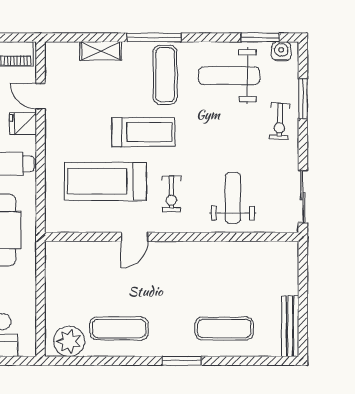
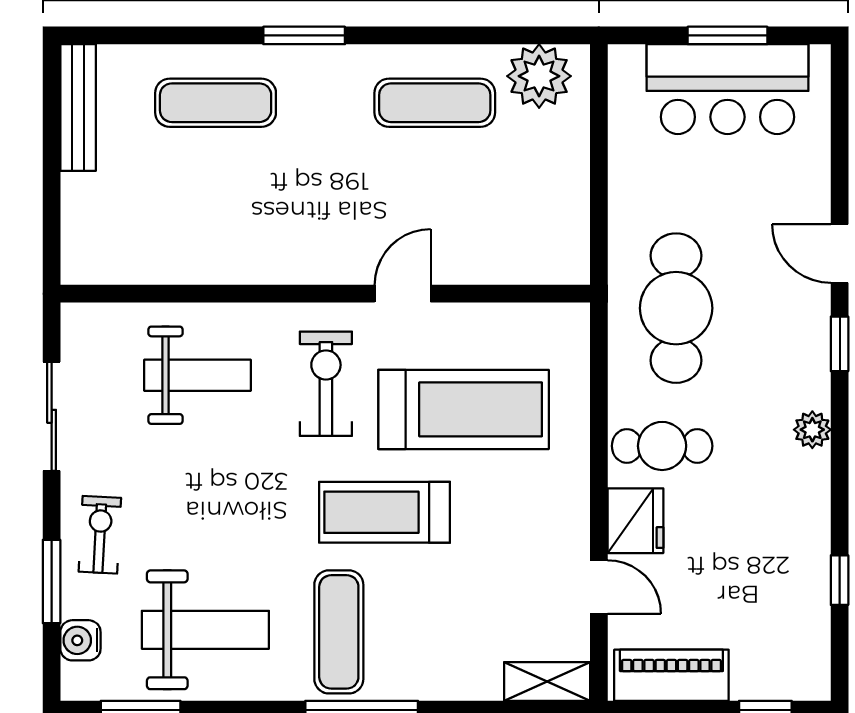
shelving: (101, 51) -> (547, 681), moved
water cooler: (281, 51) -> (80, 640), moved, turned 90
fridge: (23, 124) -> (635, 521), width x1.38
exercise bike: (171, 194) -> (326, 384), width x1.38, depth x1.39
sliding door: (303, 196) -> (52, 416), moved
weight bench: (233, 198) -> (197, 375), turned -90

